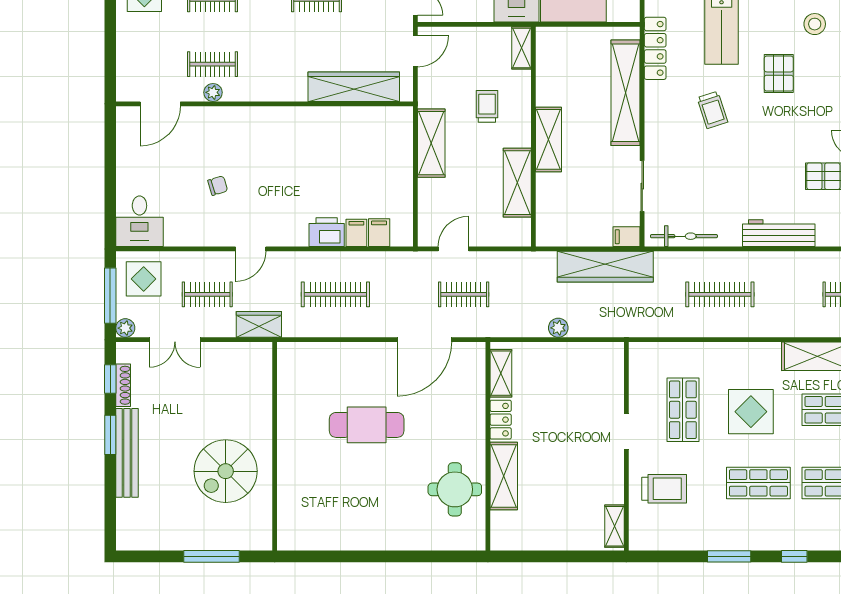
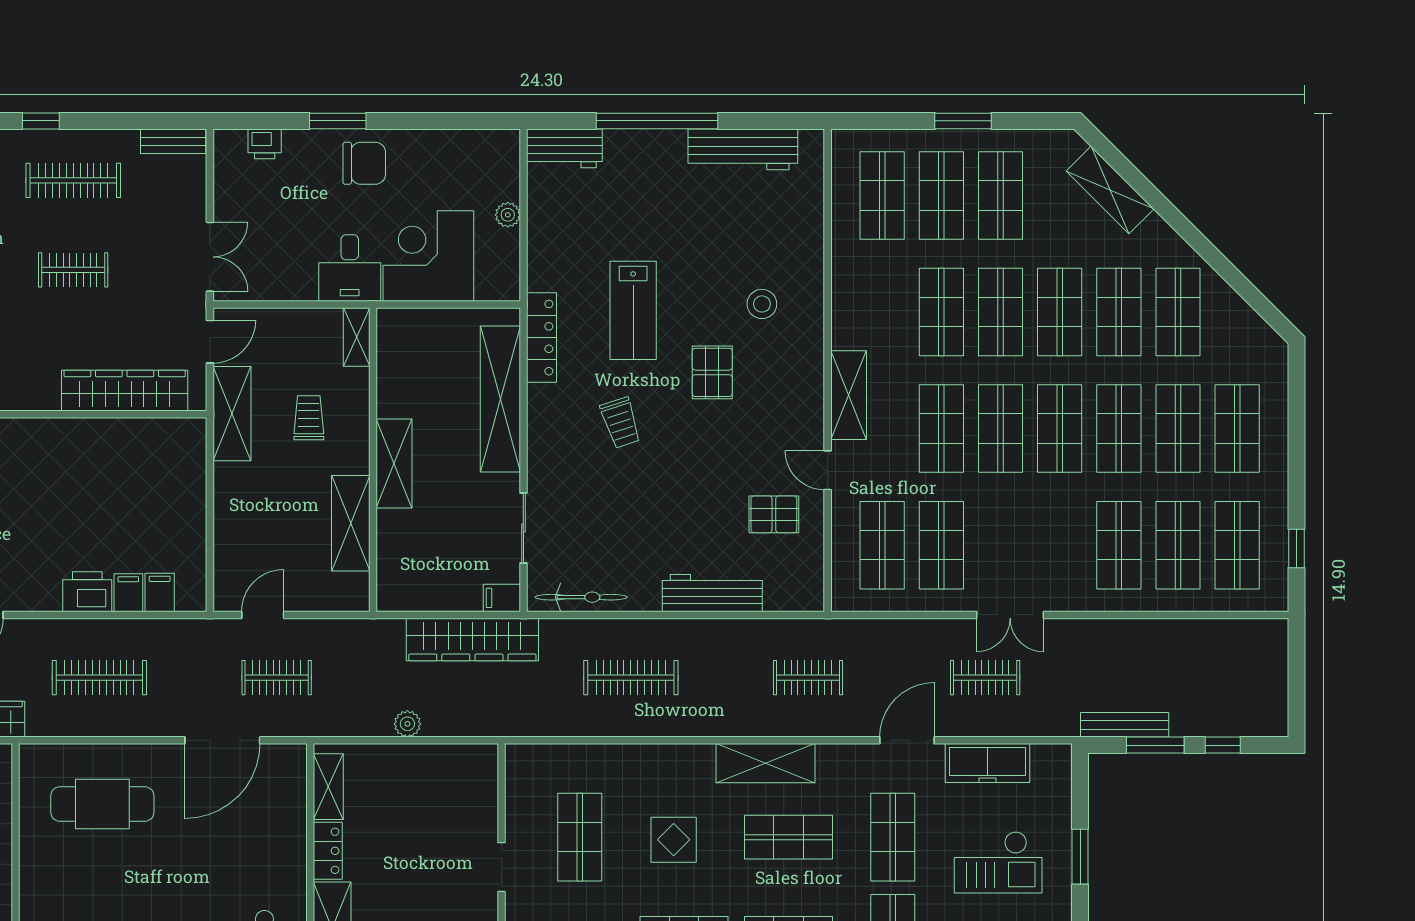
shelving: (431, 143) -> (232, 414), moved
display table: (751, 412) -> (674, 840), width x0.73, depth x0.73
cafe table: (367, 425) -> (102, 804), moved

